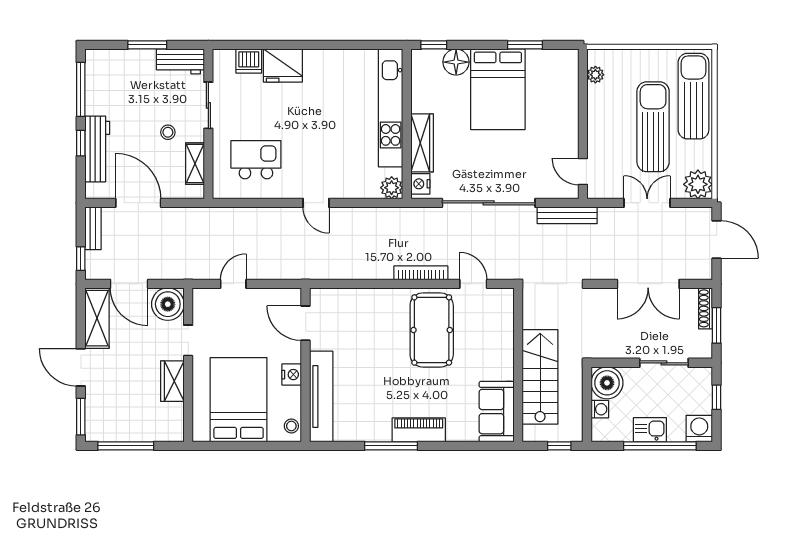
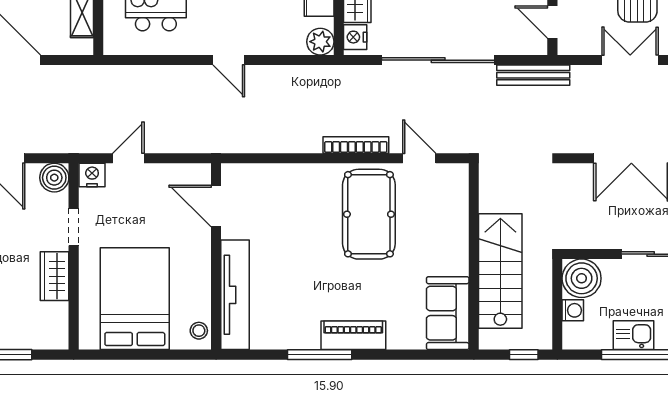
boiler: (168, 304) -> (54, 178), width x0.73, depth x0.73
nightstand: (292, 375) -> (92, 175), moved, turned -90

